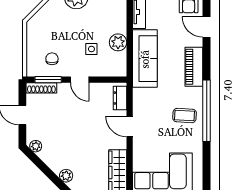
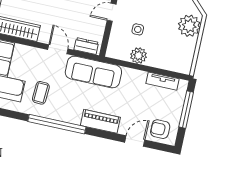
sofa: (145, 59) -> (93, 72), moved
coffee table: (185, 116) -> (41, 93), moved
door: (130, 126) -> (58, 49), hinge flipped

